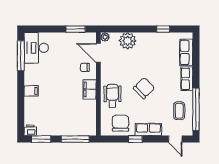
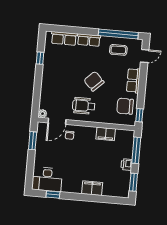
plant: (128, 41) -> (48, 93), removed
window: (21, 56) -> (53, 195), width x0.46
filing cabinet: (90, 89) -> (106, 134), moved
filing cabinet: (31, 91) -> (92, 188), width x2.00
wheelchair: (113, 96) -> (84, 106), moved
printer: (30, 130) -> (127, 165), moved
window: (135, 139) -> (139, 115), moved

